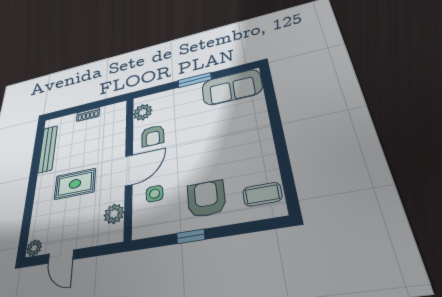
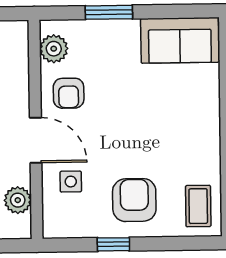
window: (195, 80) -> (109, 12), moved
door: (129, 170) -> (36, 140), hinge flipped
coffee table: (262, 194) -> (198, 206), turned 90

